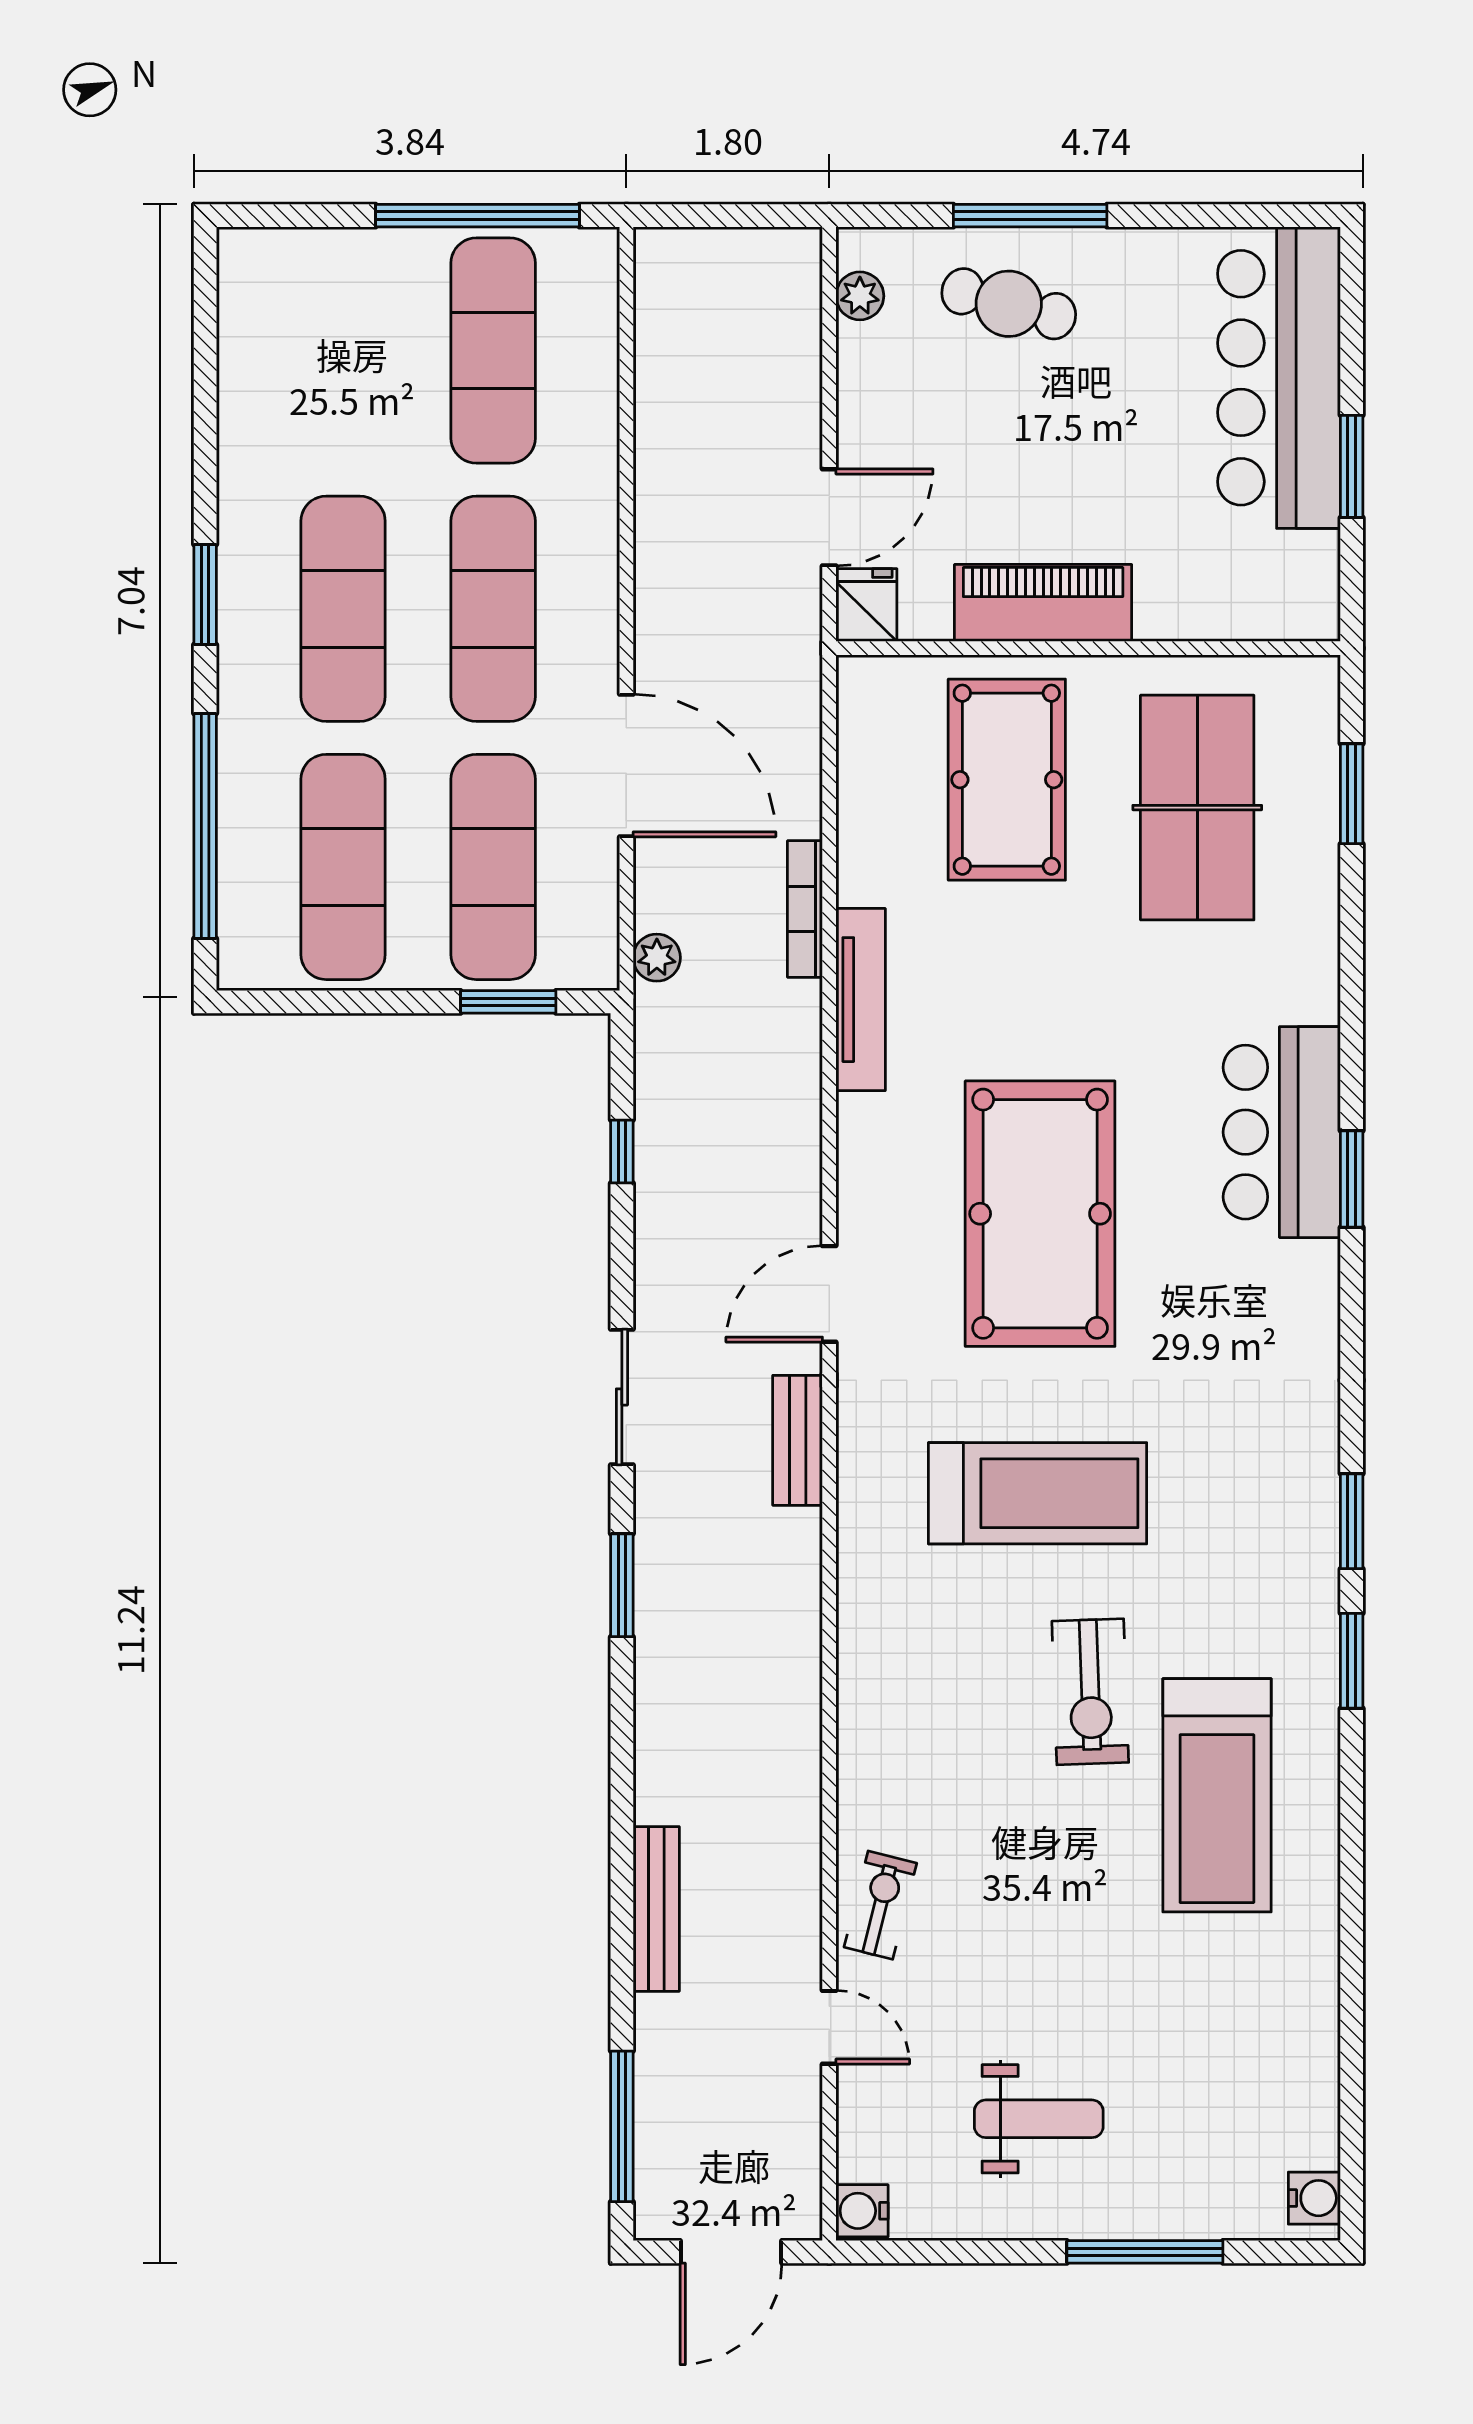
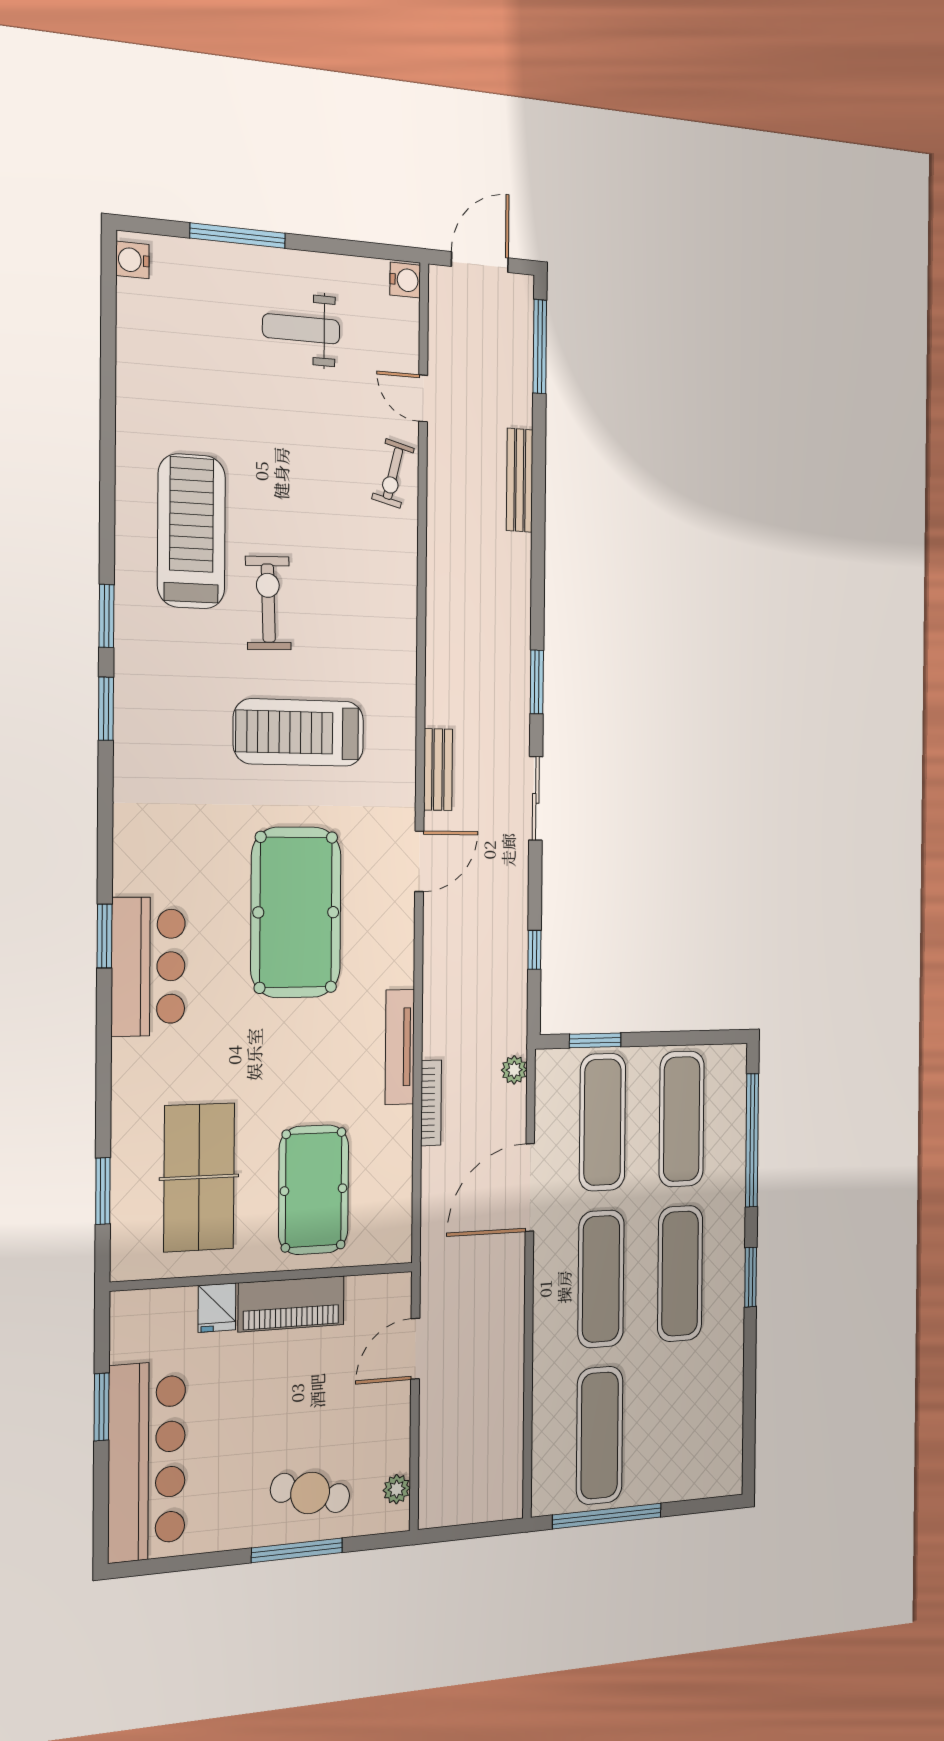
fridge: (866, 605) -> (217, 1308), moved
door: (626, 766) -> (530, 1188), hinge flipped

